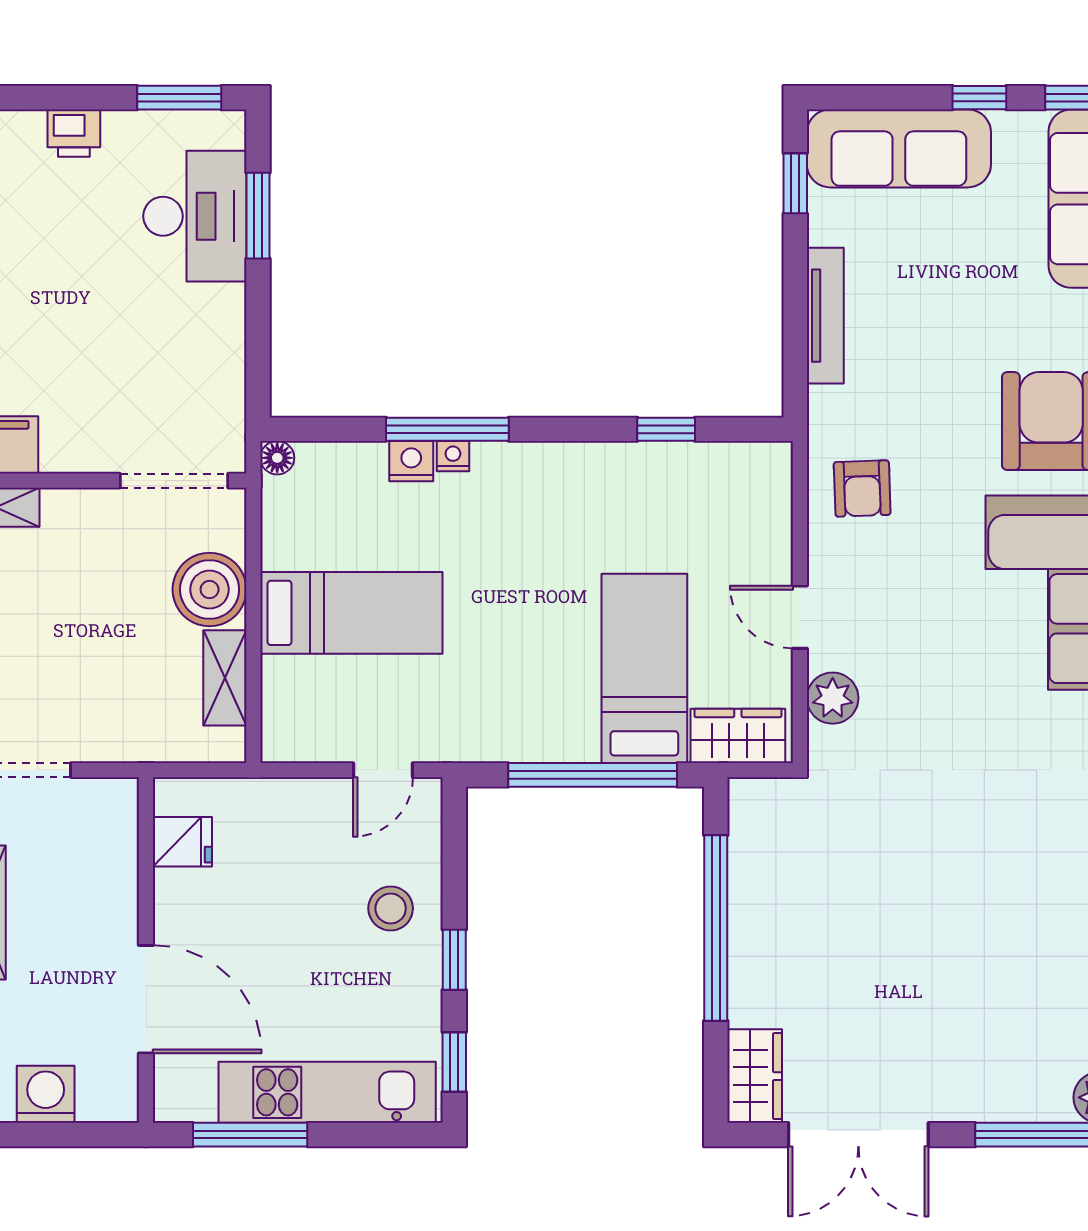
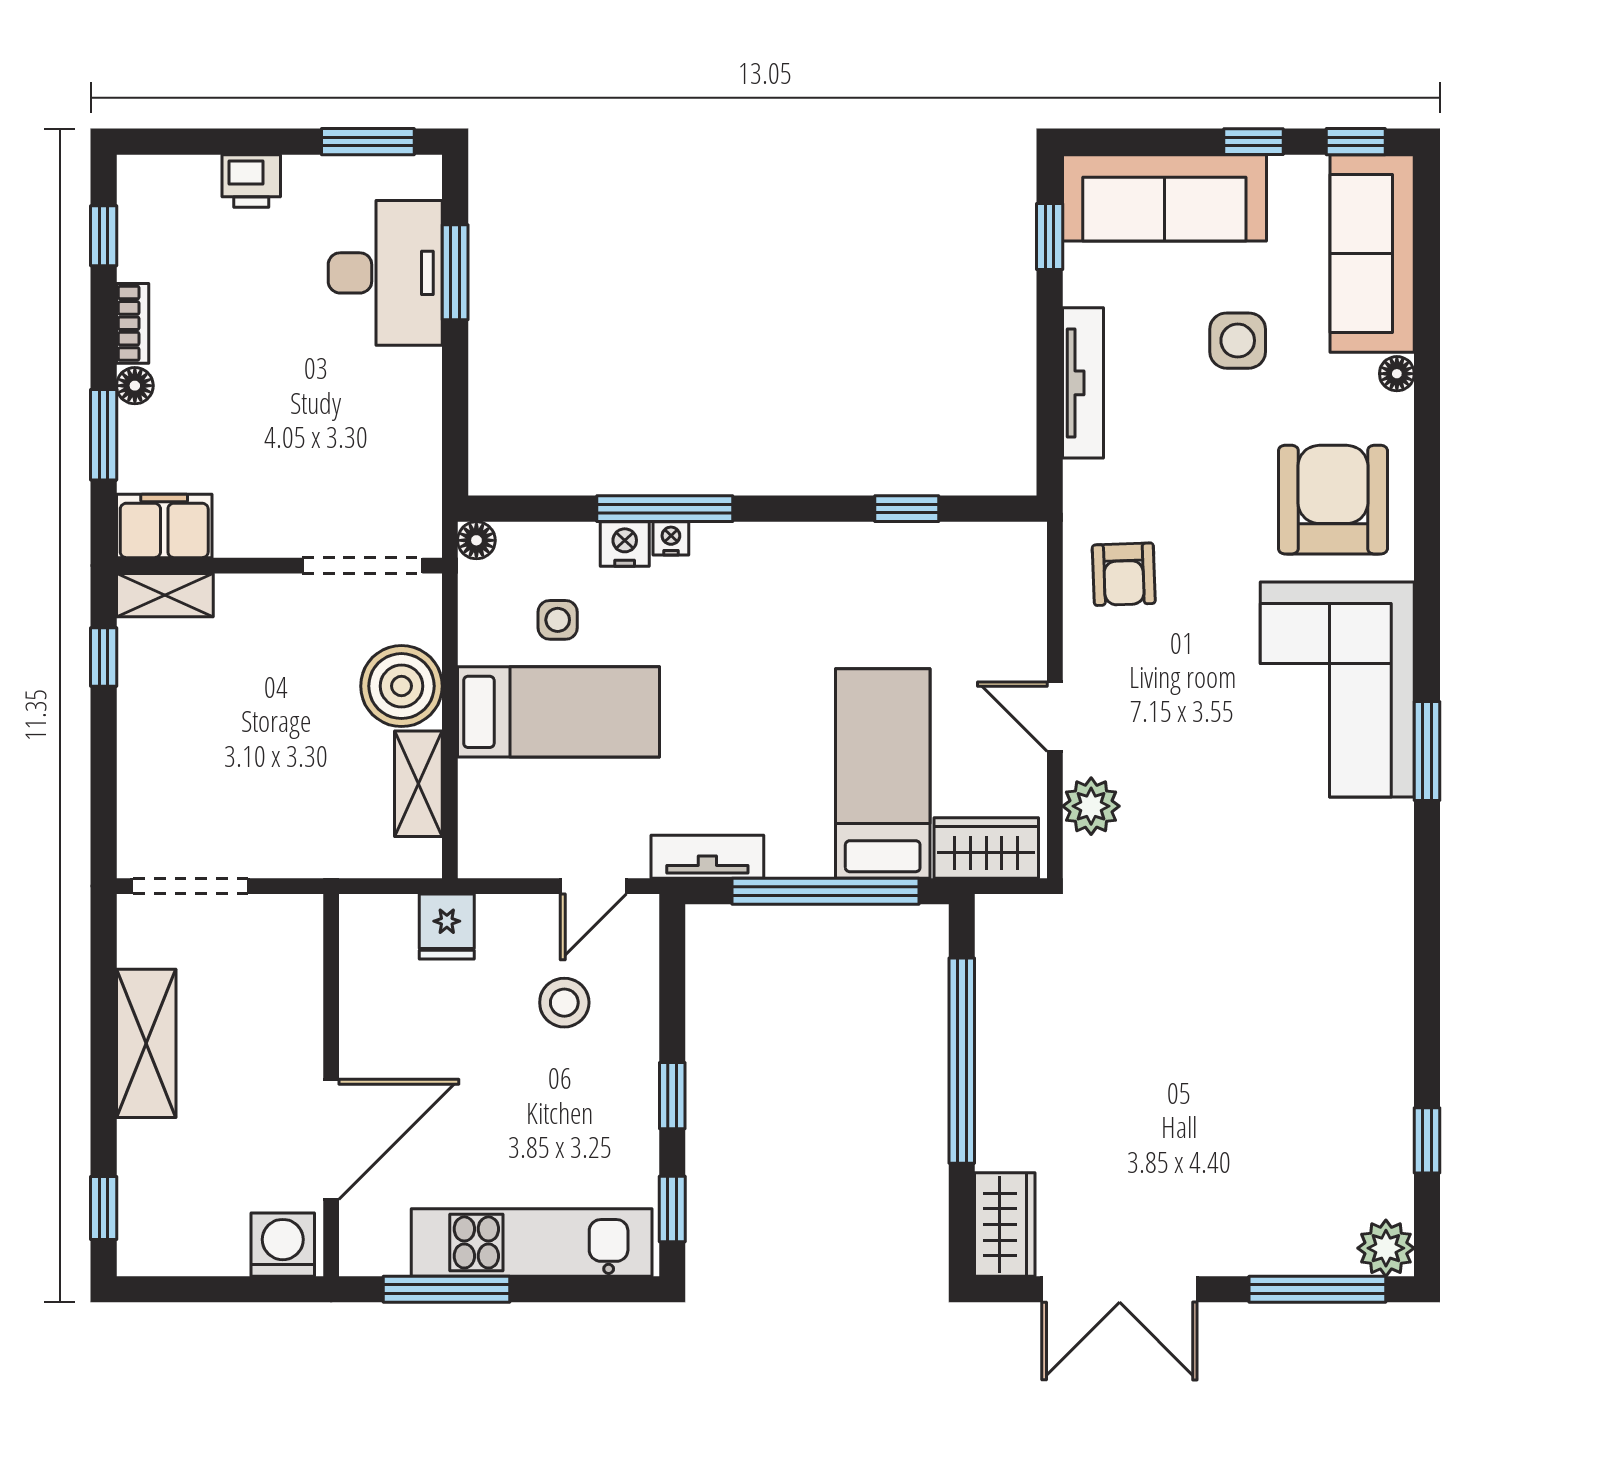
side table: (965, 277) -> (1238, 341), added
side table: (351, 530) -> (558, 620), added
tv unit: (486, 744) -> (707, 857), added
fridge: (182, 842) -> (447, 926), moved, turned 90
stool: (391, 908) -> (564, 1003), moved
door: (146, 999) -> (331, 1139), hinge flipped
washing machine: (46, 1094) -> (283, 1245), moved

